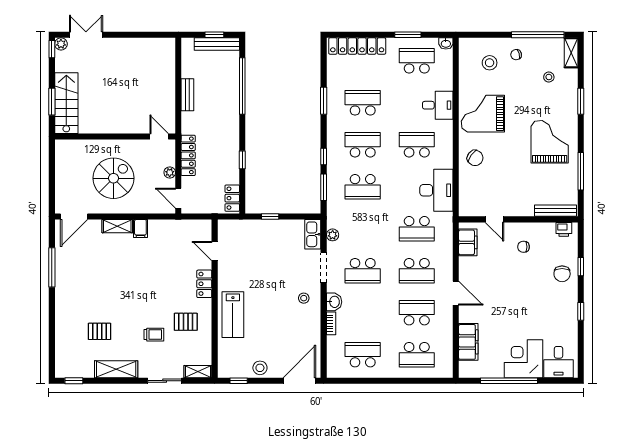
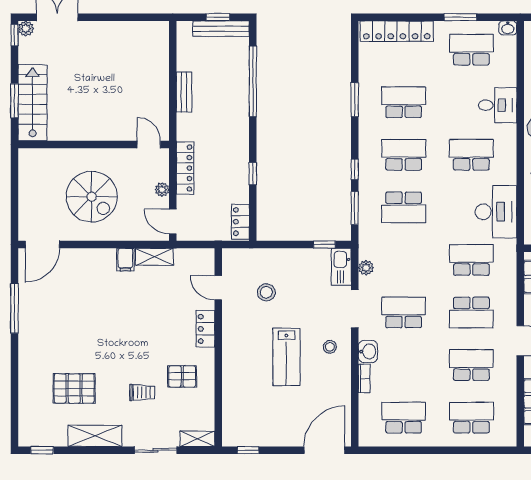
spiral stairs: (113, 178) -> (92, 197), turned 90
window: (270, 216) -> (324, 245), moved
shelving: (117, 226) -> (154, 257), moved
school desk: (417, 229) -> (471, 260), turned 180
school desk: (363, 271) -> (404, 313), turned 180
lab bench: (233, 315) -> (286, 357), moved
pallet: (99, 331) -> (74, 388), width x1.50, depth x1.42
school desk: (417, 355) -> (471, 418), turned 180
stool: (260, 368) -> (266, 292), moved

